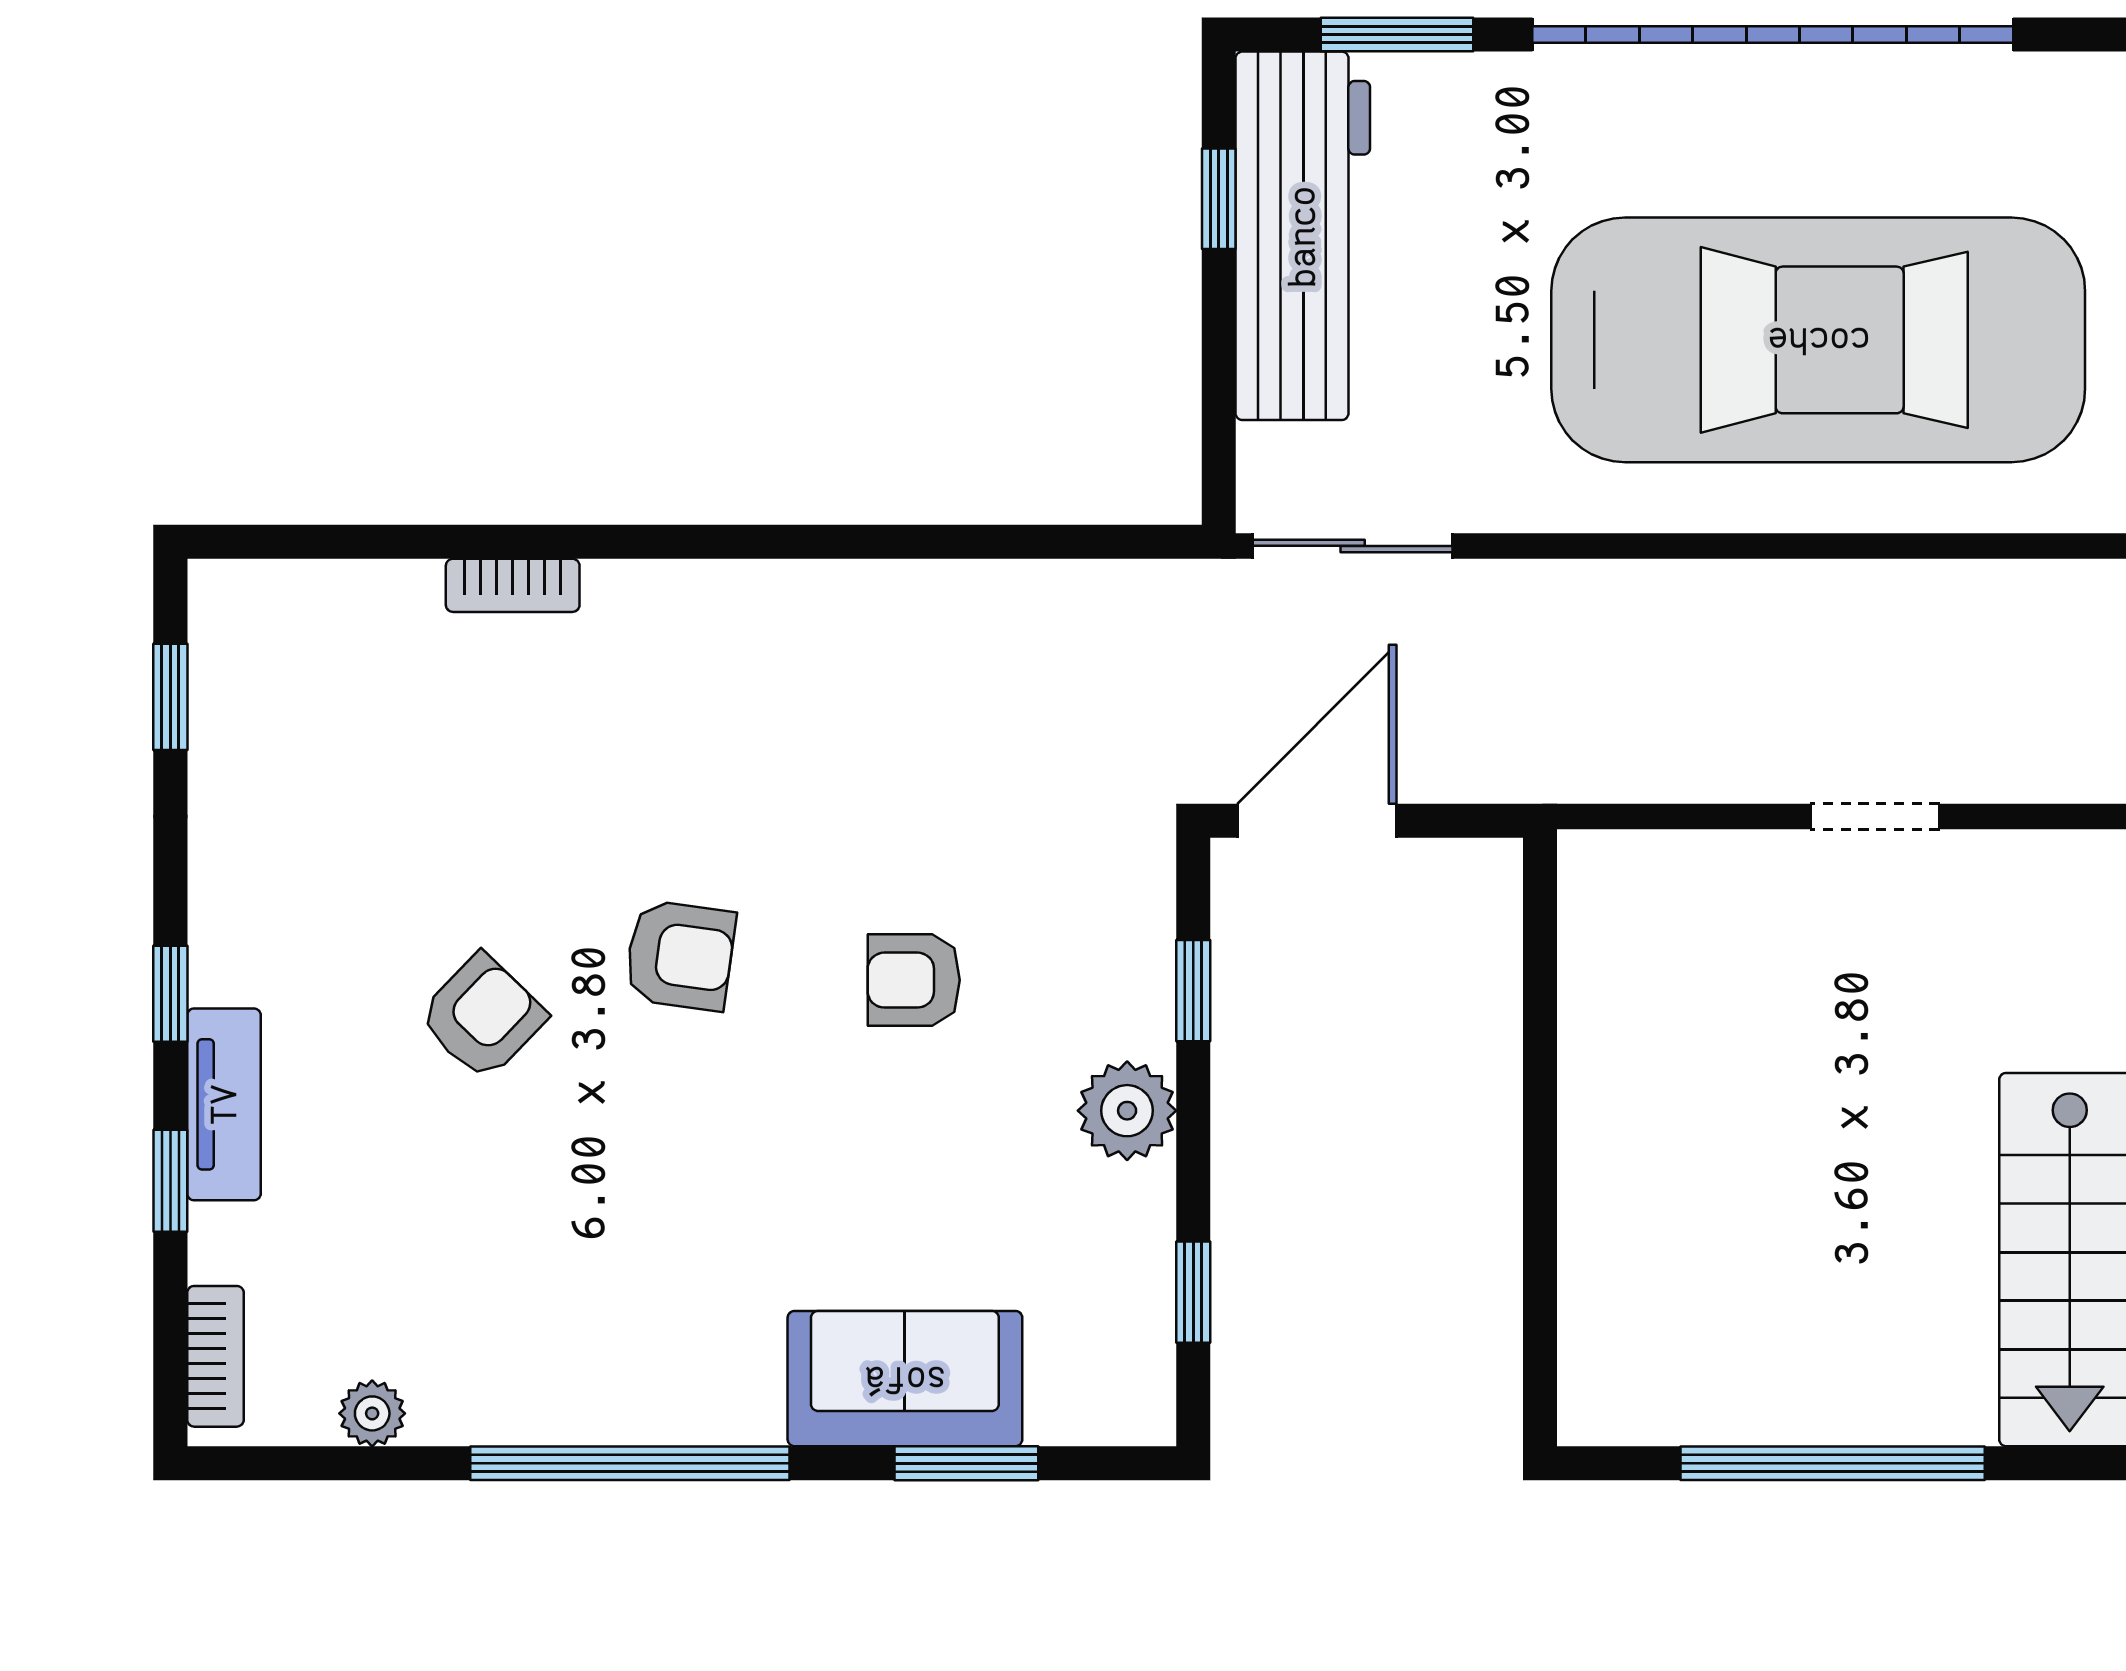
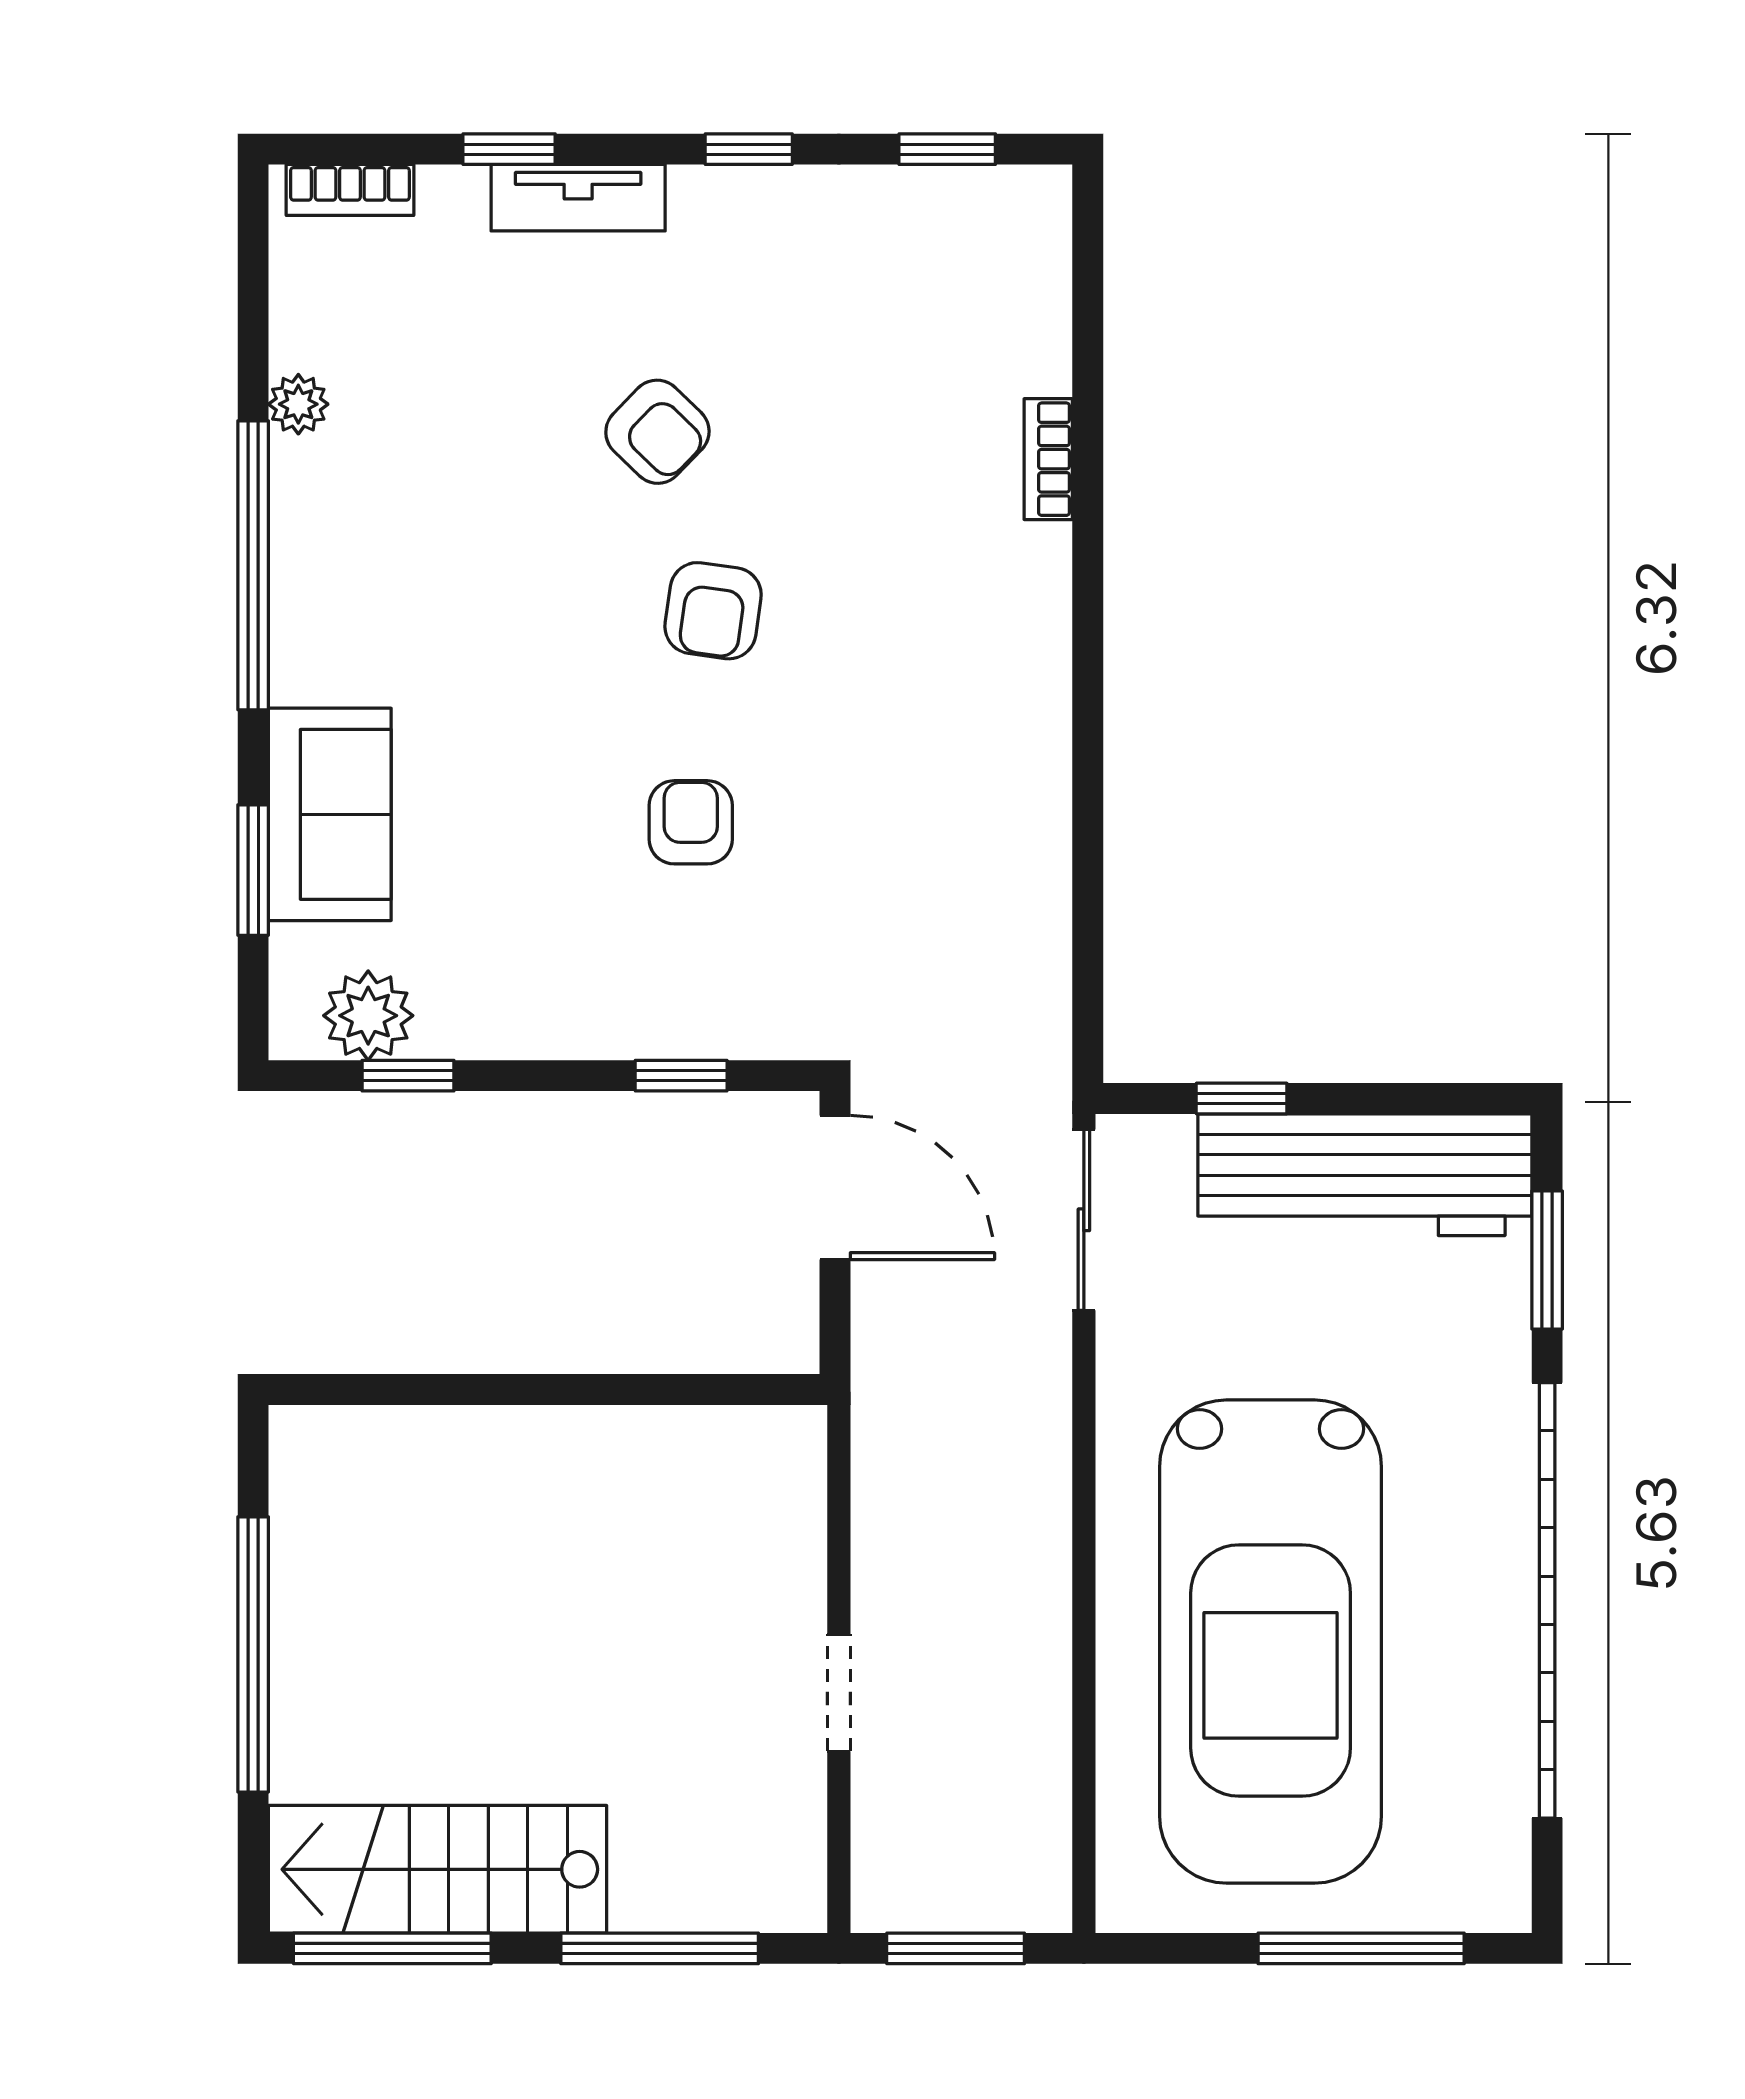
window: (1219, 199) -> (1242, 1099), moved
window: (170, 994) -> (749, 149), moved
plant: (1127, 1111) -> (368, 1016), moved
plant: (372, 1413) -> (298, 404), moved

